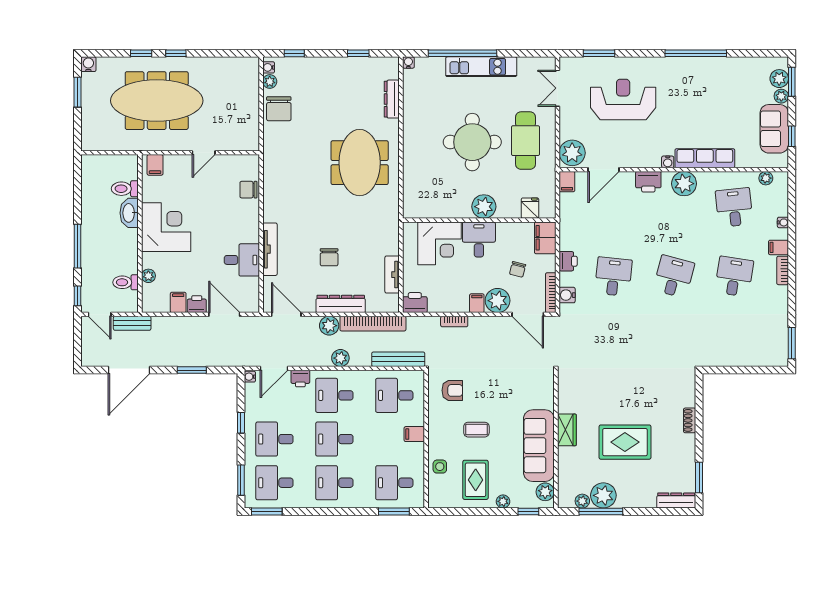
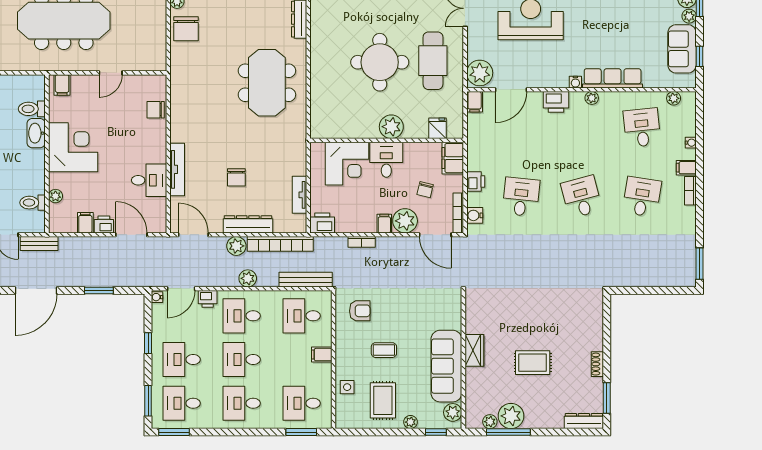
plant: (684, 184) -> (592, 98), width x0.53, depth x0.53
desk: (674, 277) -> (581, 197), turned -30
shoe rack: (690, 420) -> (597, 364), moved
rug: (625, 442) -> (533, 363), width x0.73, depth x0.70

